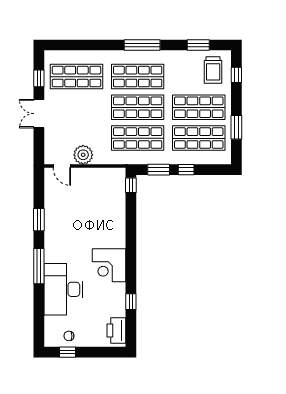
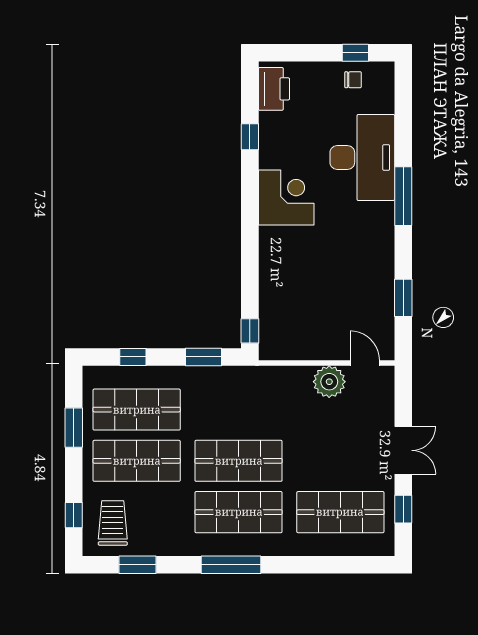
shop shelf: (138, 138) -> (239, 410), removed
window: (186, 170) -> (133, 357), moved
window: (39, 220) -> (403, 298), moved

